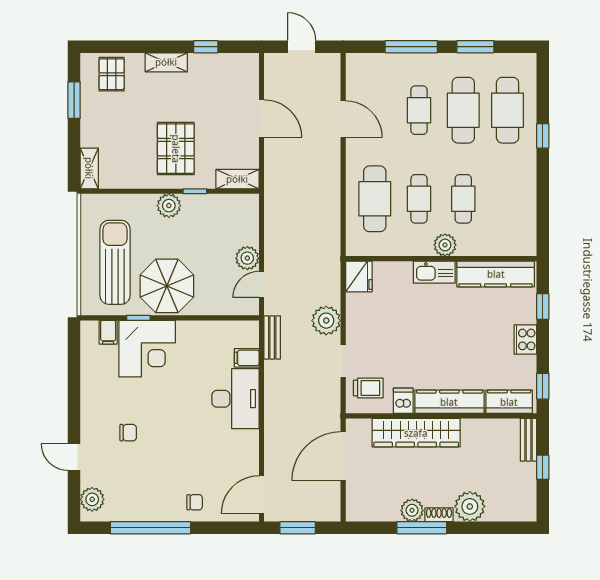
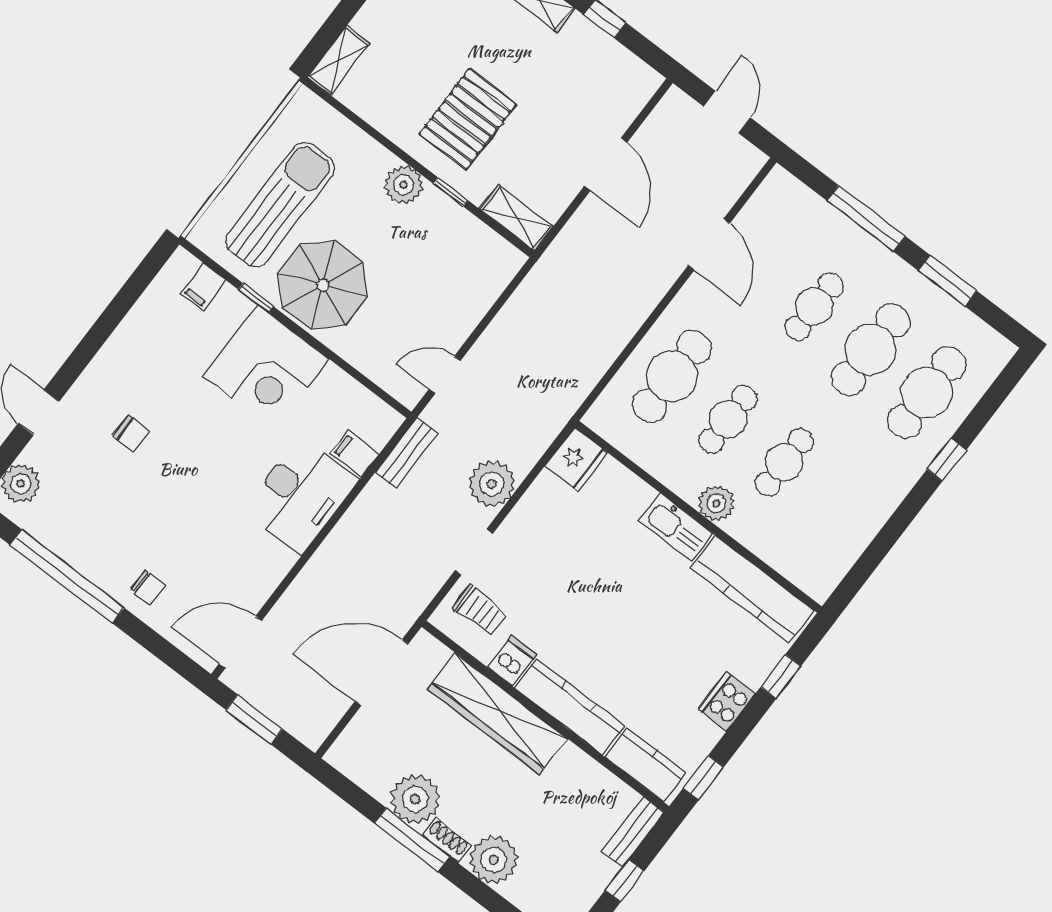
plant: (247, 258) -> (452, 328), removed
corner desk: (147, 349) -> (266, 368), moved
plant: (412, 510) -> (415, 799), width x1.36, depth x1.36

